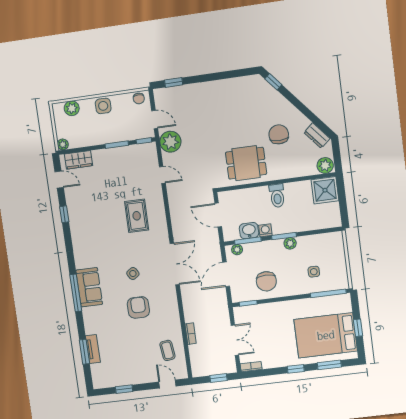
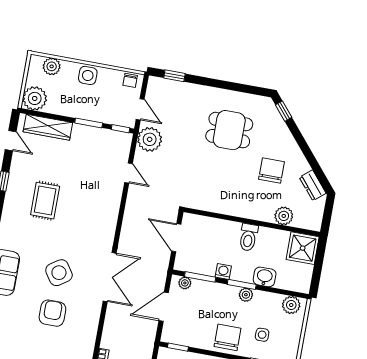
plant: (63, 144) -> (35, 98), width x1.88, depth x1.88
wardrobe: (79, 160) -> (48, 127), width x1.50
dining table: (246, 163) -> (229, 130), moved
plant: (325, 165) -> (284, 216), moved
rug: (137, 216) -> (45, 201), moved
washbasin: (249, 231) -> (265, 277), moved
plant: (330, 240) -> (291, 305), added
side table: (133, 273) -> (59, 273), width x1.87, depth x1.87
chair: (266, 281) -> (227, 337), moved, turned 180

